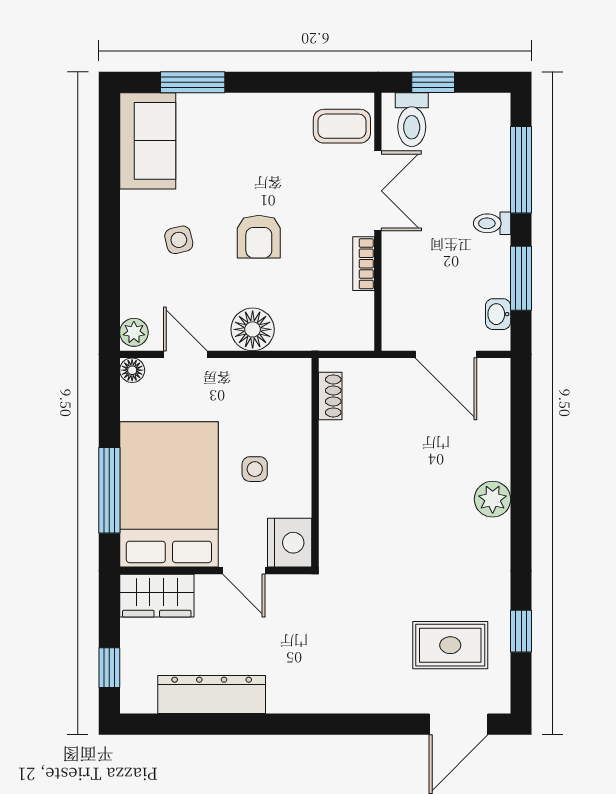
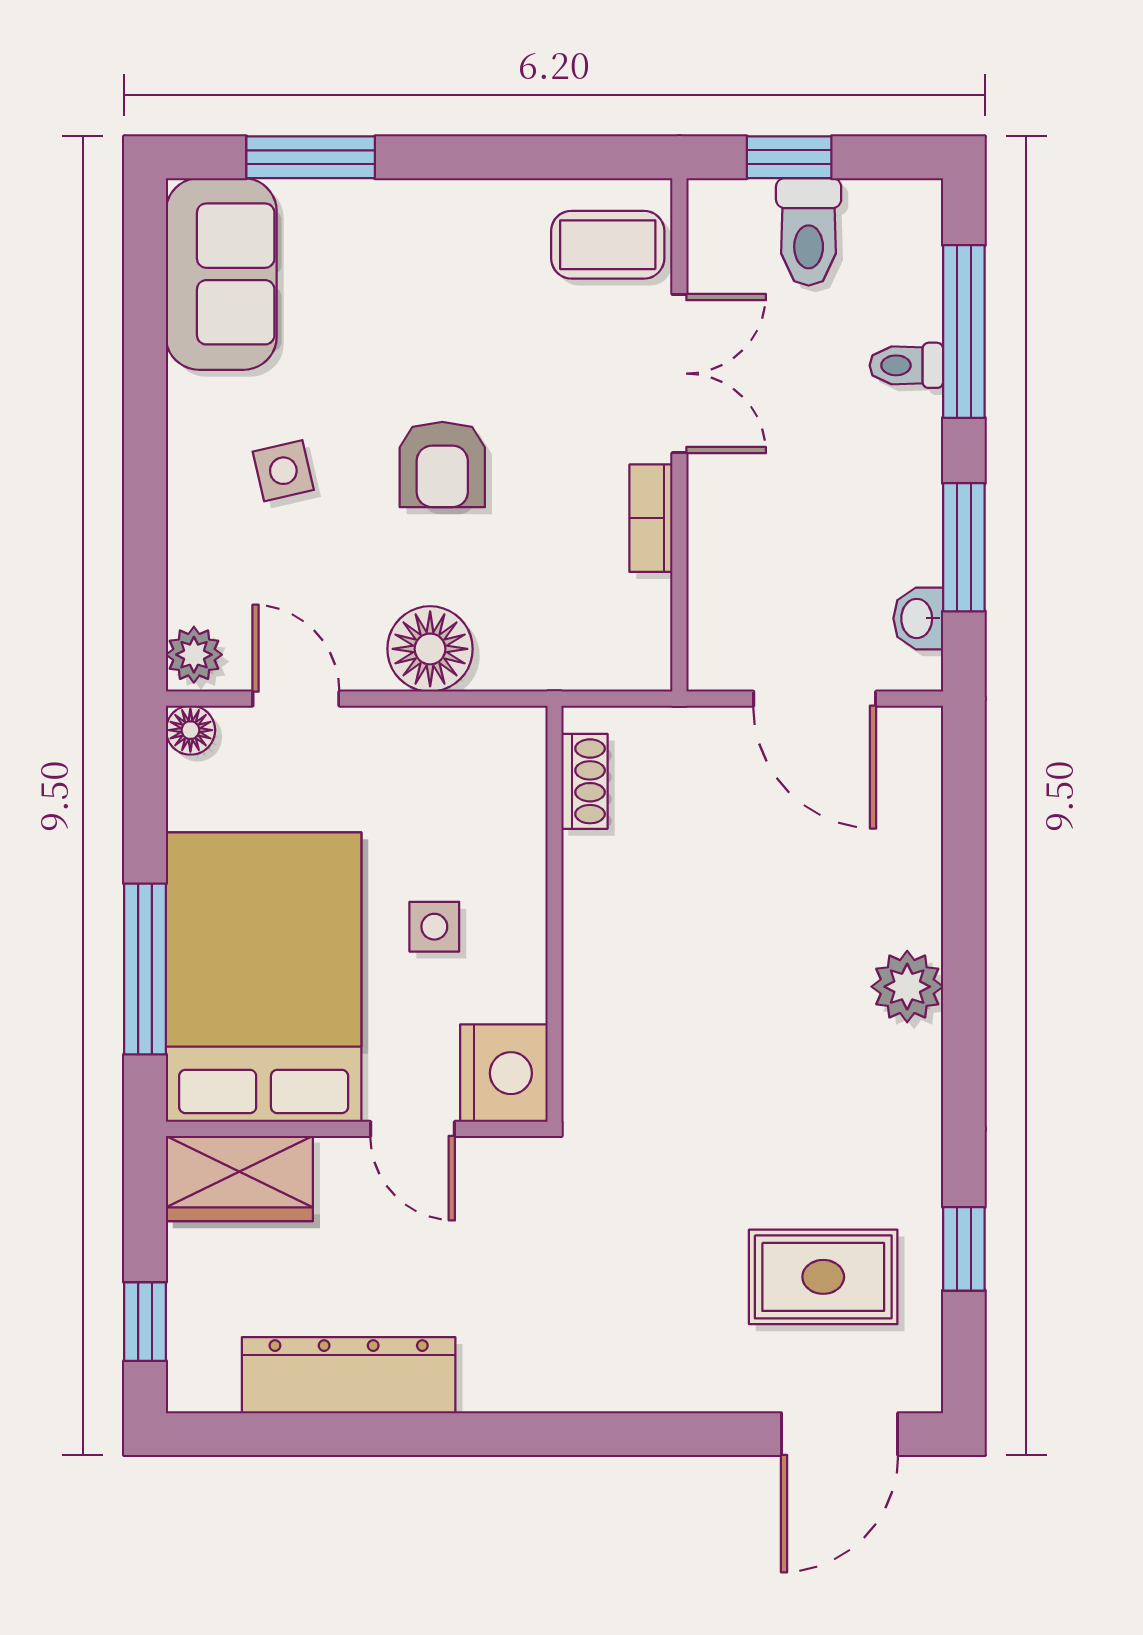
toilet: (412, 120) -> (809, 232), moved
toilet: (492, 223) -> (906, 365), moved

